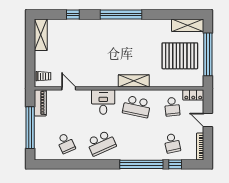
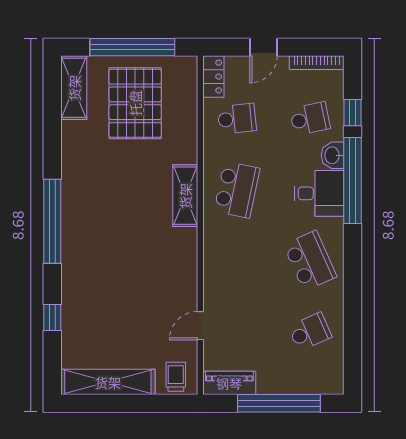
shelving: (41, 35) -> (108, 382), width x1.47
desk: (103, 102) -> (319, 193), moved, turned 180
washbasin: (154, 154) -> (333, 155), added

